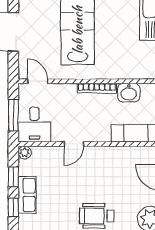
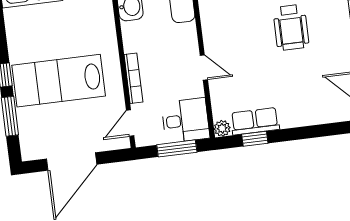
bookcase: (97, 88) -> (133, 78), moved
row of seats: (27, 195) -> (255, 121), moved
window: (13, 207) -> (293, 134), removed

